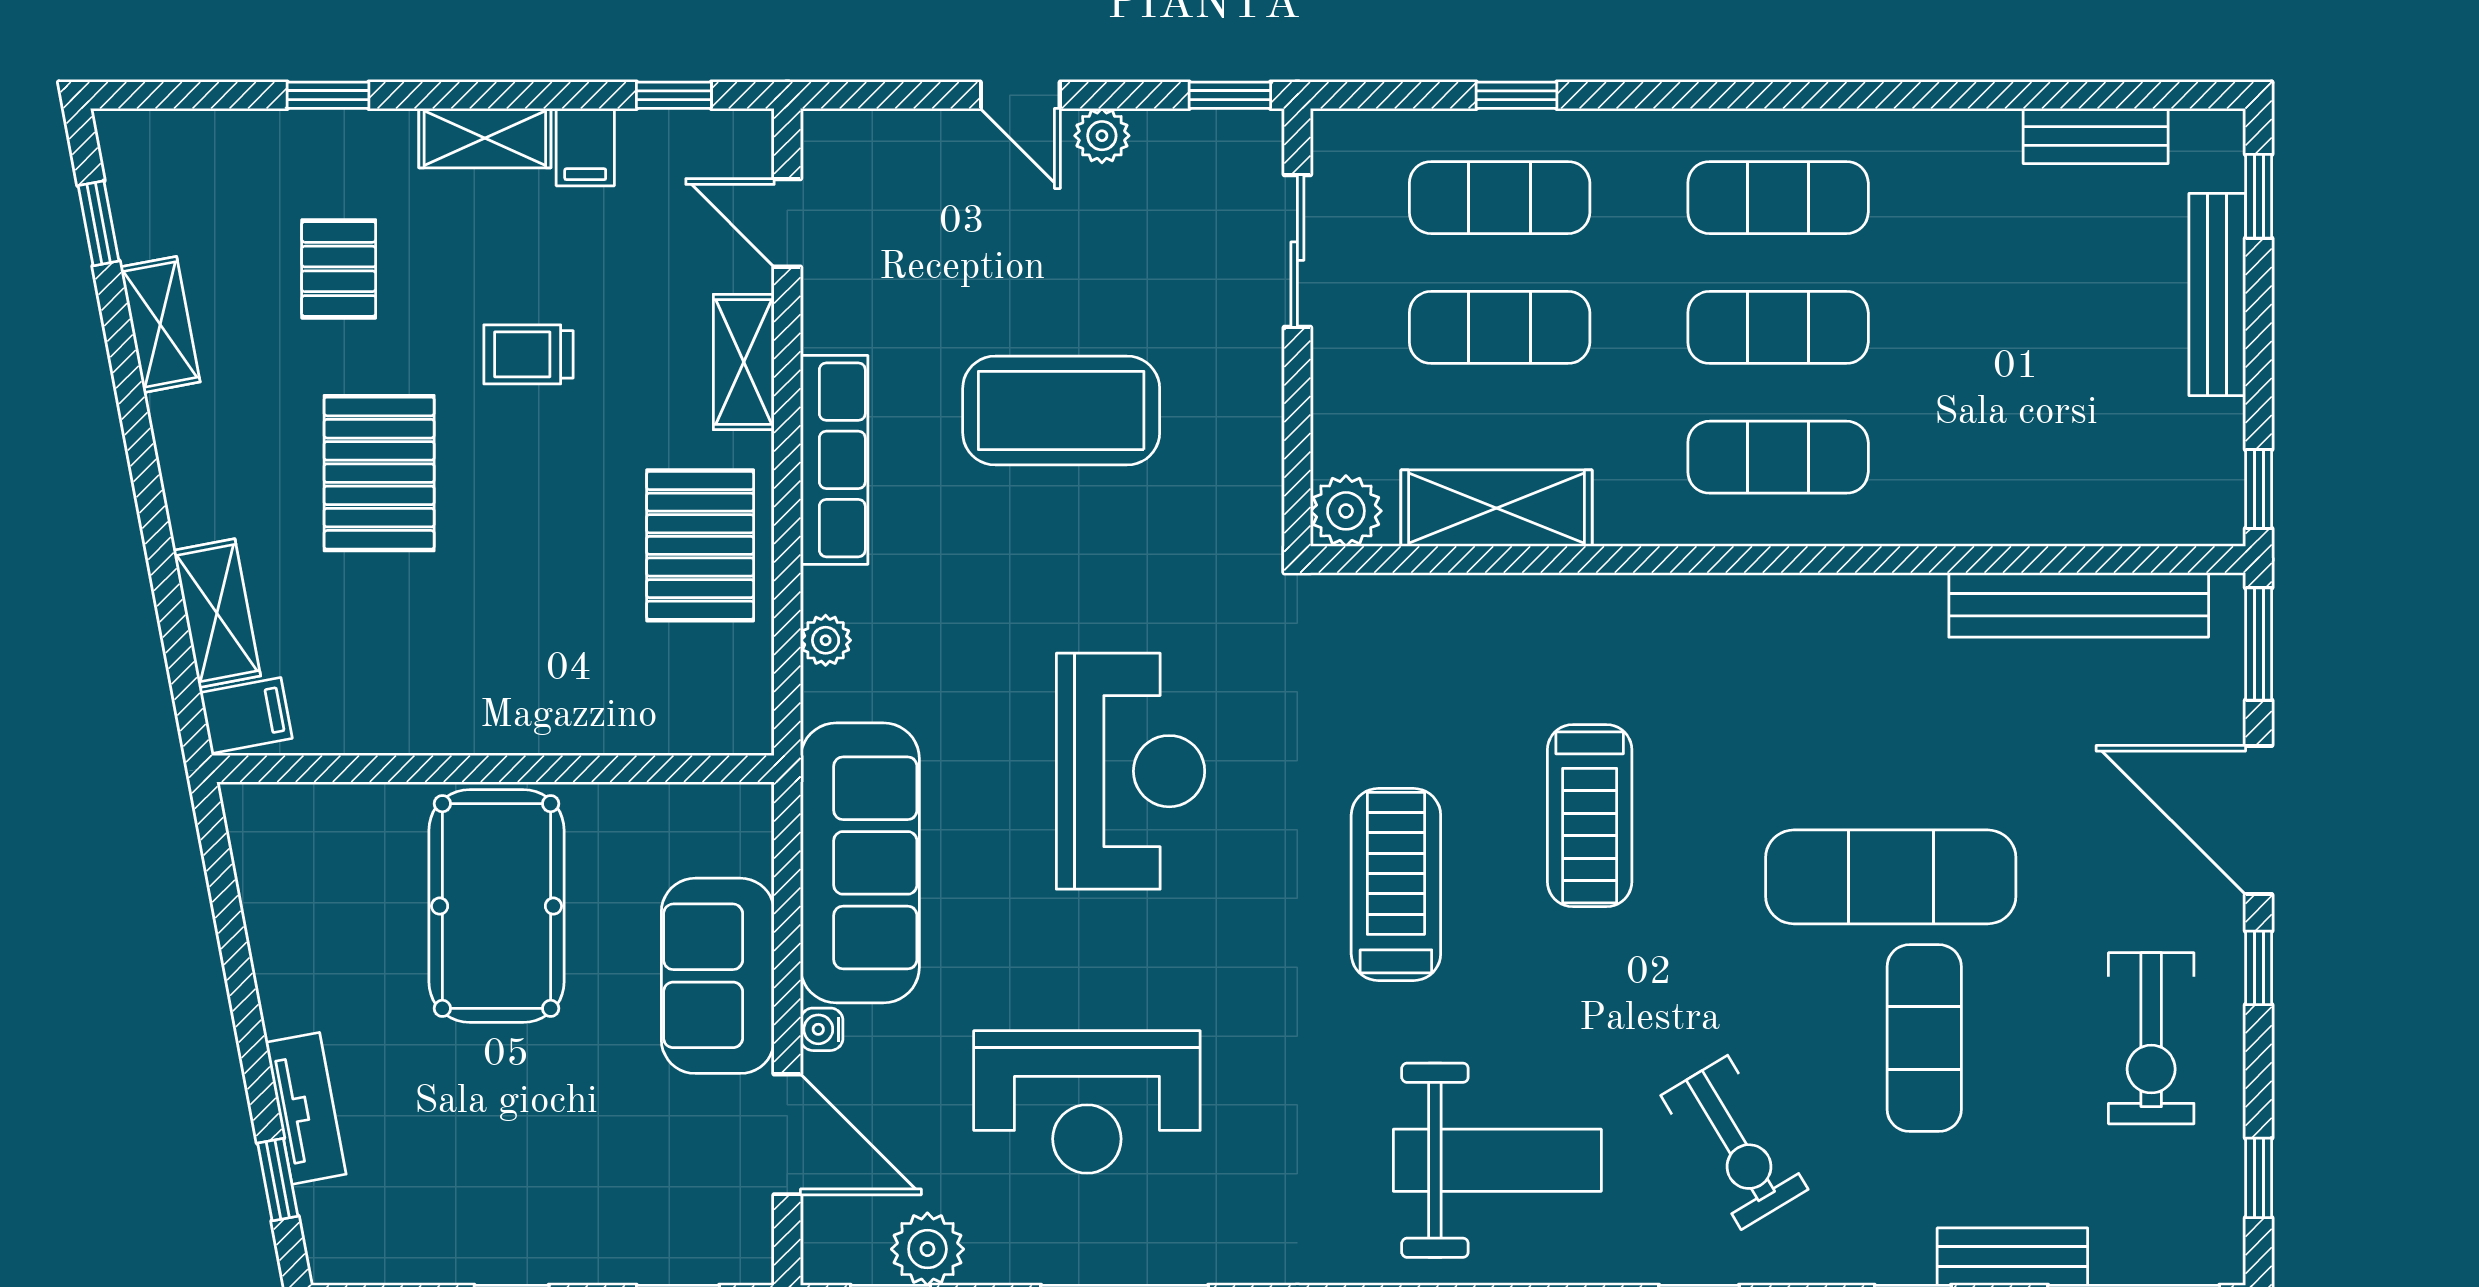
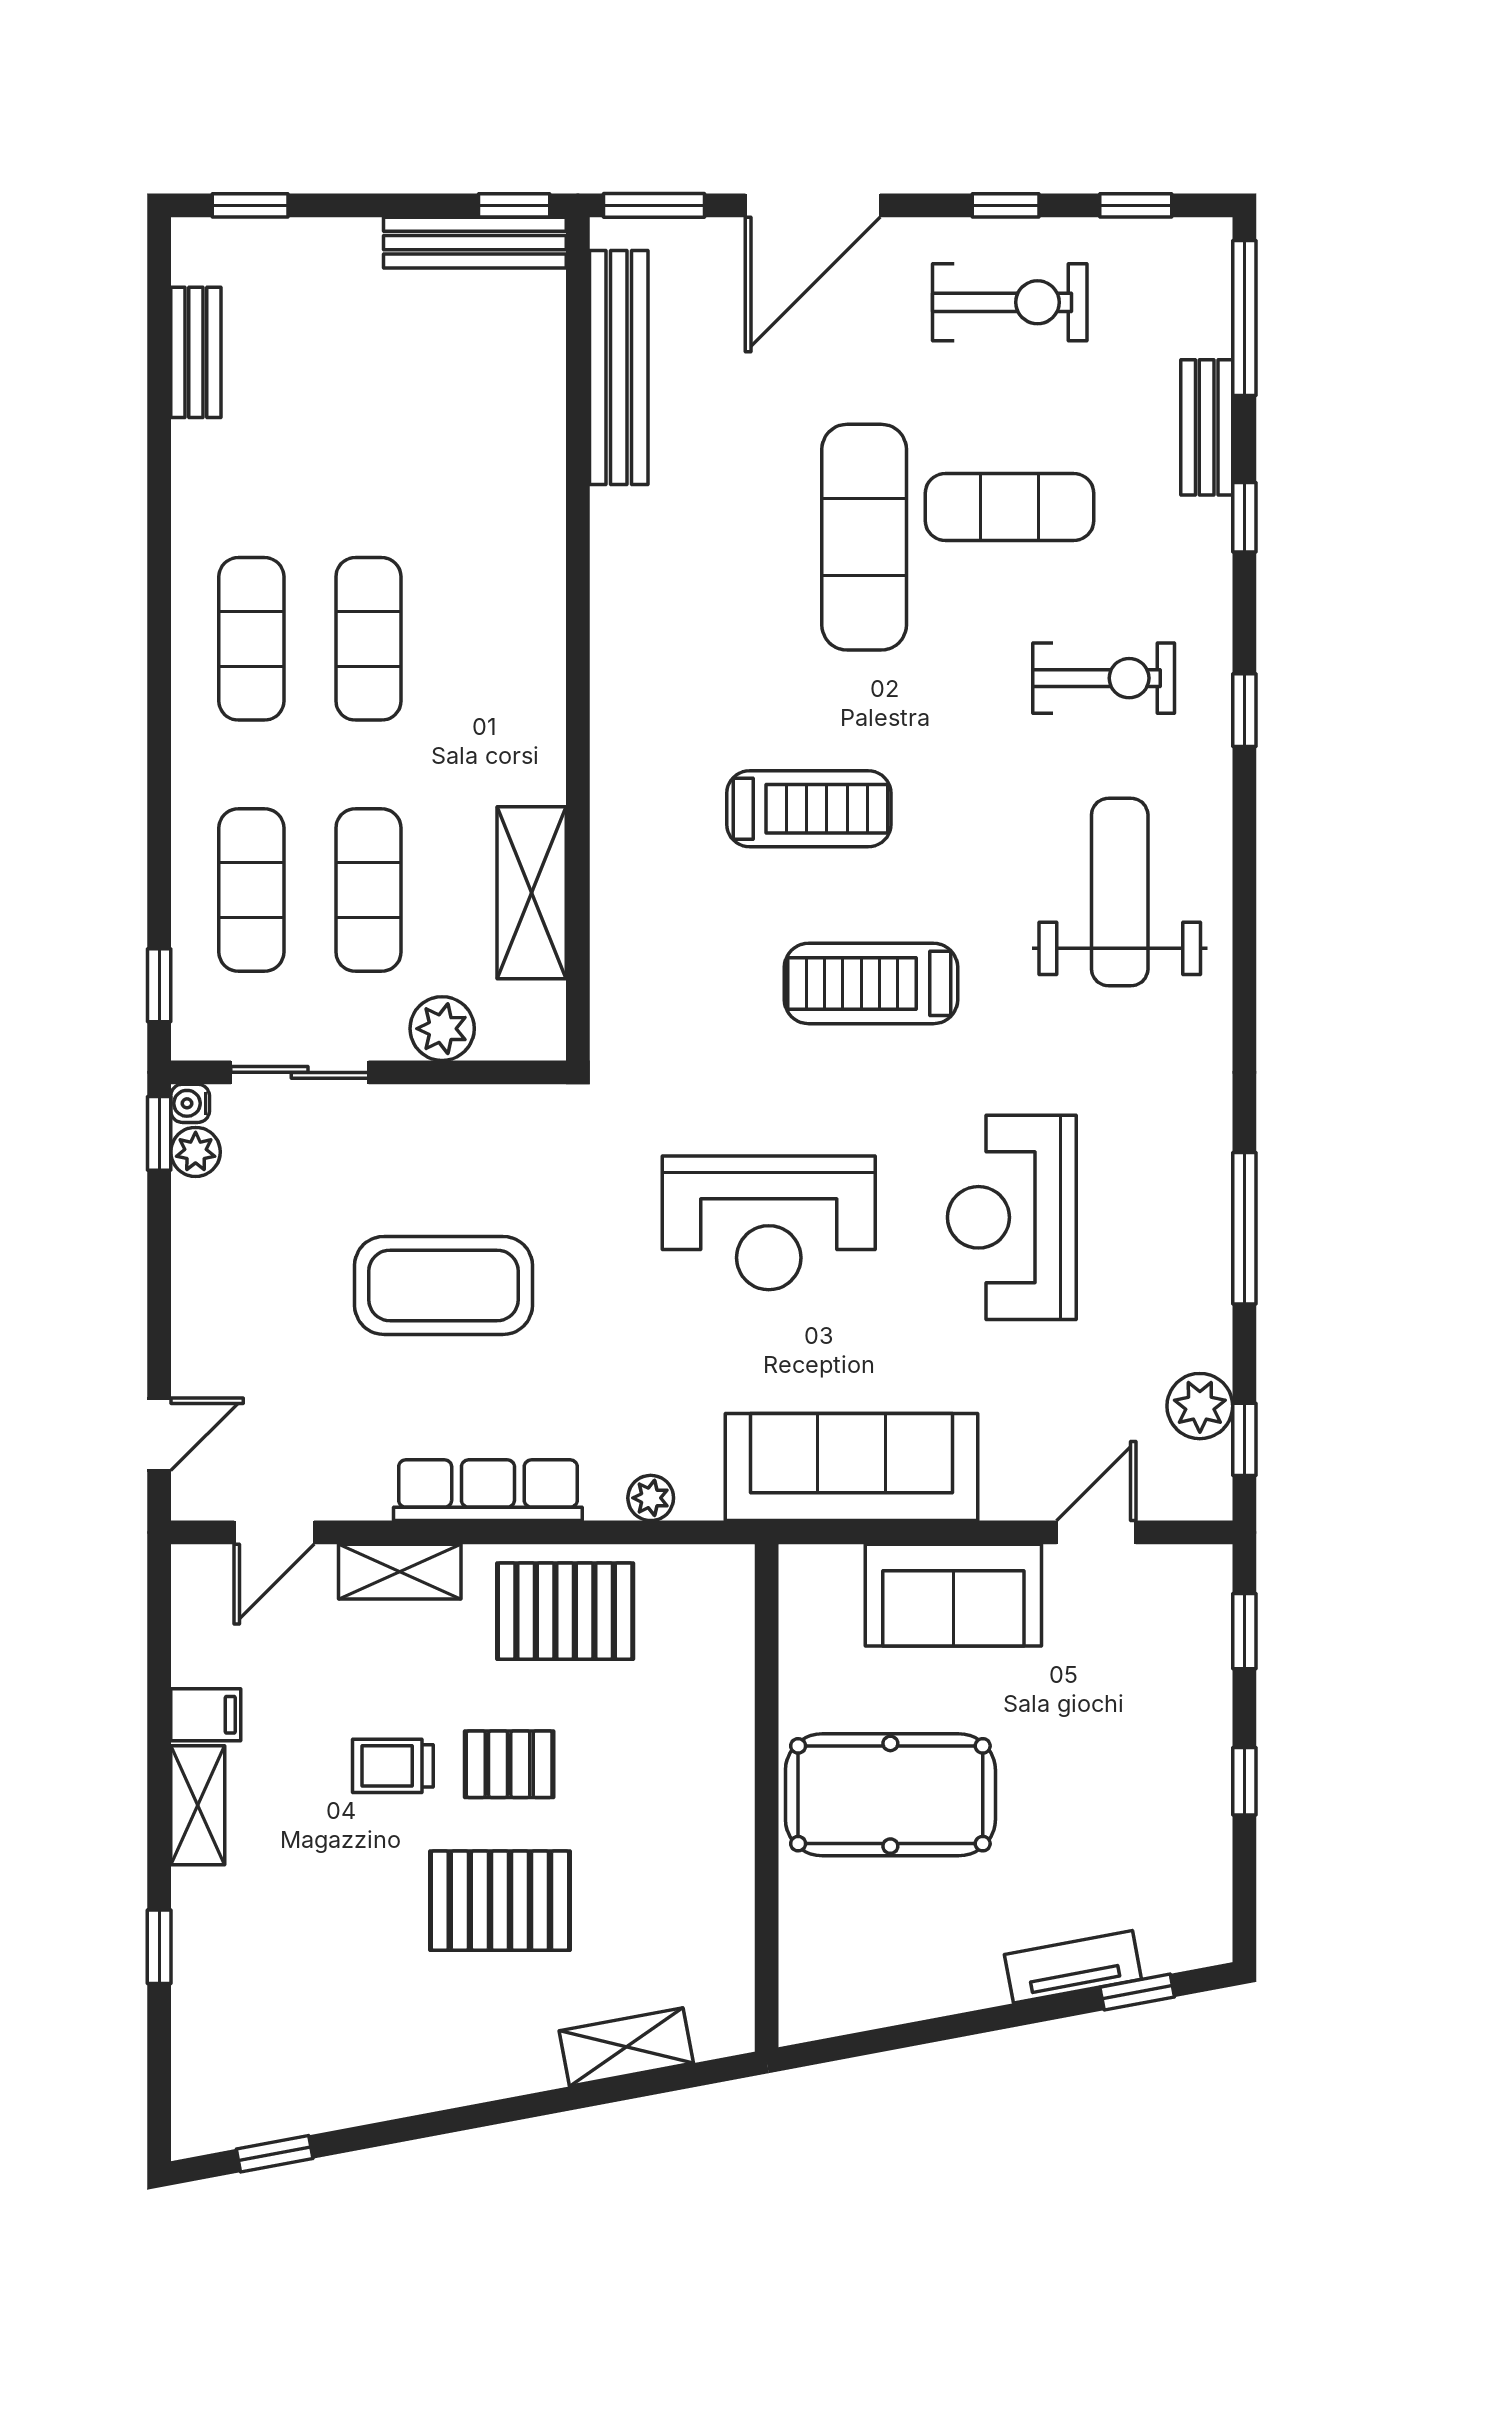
window: (674, 95) -> (159, 1635), removed
door: (1020, 95) -> (159, 1434), moved
window: (1516, 95) -> (159, 985), moved
plant: (1102, 136) -> (196, 1152), moved
pallet: (339, 269) -> (509, 1764), moved
bench: (2217, 294) -> (475, 243), moved
shelving: (160, 324) -> (366, 2098), removed
trolley: (529, 354) -> (393, 1766), turned 90
coffee table: (1061, 411) -> (443, 1285), turned 90
exercise mat: (1778, 457) -> (486, 639), removed
plant: (1346, 511) -> (442, 1029), moved
filing cabinet: (246, 716) -> (719, 2021), removed
reception desk: (1130, 771) -> (769, 1223), turned 180
window: (2259, 968) -> (1006, 205), moved
water cooler: (822, 1029) -> (190, 1103), moved, turned 90
reception desk: (1087, 1102) -> (1012, 1217), moved, turned 180
door: (787, 1134) -> (1096, 1532), width x0.73
exercise bike: (1734, 1142) -> (1104, 678), turned 31

